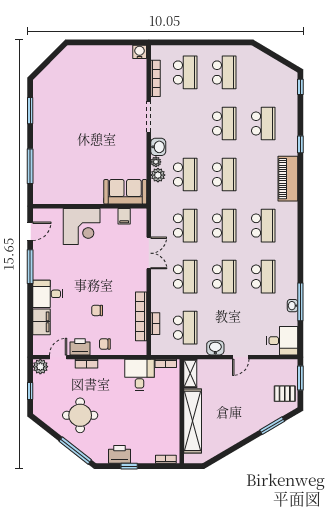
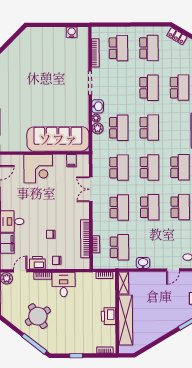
water cooler: (140, 52) -> (72, 32), moved
locker: (260, 57) -> (177, 36), added
sofa: (125, 192) -> (58, 139), width x1.85, depth x1.27
double door: (149, 253) -> (91, 189), swing flipped
door: (241, 357) -> (173, 270), moved
desk: (139, 375) -> (64, 284), moved
round table: (80, 415) -> (38, 316), turned -32
printer: (119, 454) -> (108, 316), moved, turned -90

